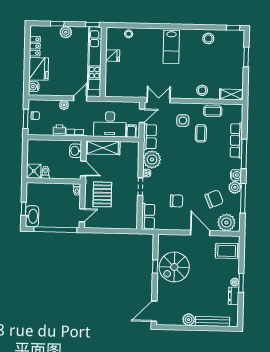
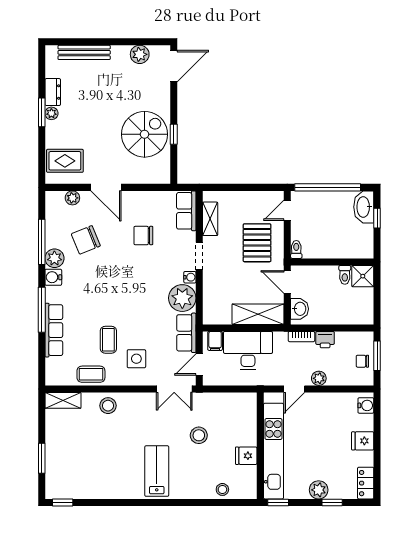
stool: (208, 38) -> (199, 435), moved
locker: (35, 46) -> (366, 483), moved
fridge: (39, 69) -> (363, 441), width x0.53, depth x0.75
shelving: (133, 211) -> (210, 219), added
plant: (226, 223) -> (72, 198), width x0.53, depth x0.53
plant: (189, 320) -> (140, 54), moved

